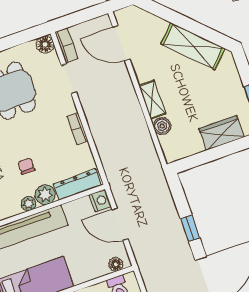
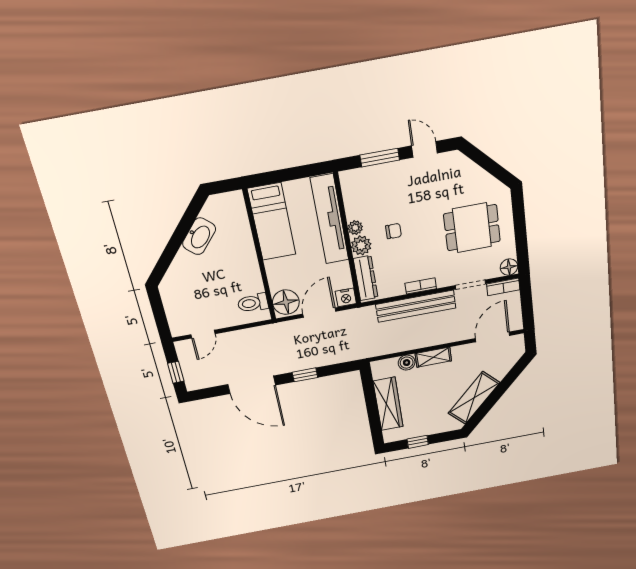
bench: (99, 129) -> (416, 306), added
wardrobe: (221, 133) -> (388, 404), width x1.50
floor lamp: (116, 264) -> (286, 302), width x1.89, depth x1.89

